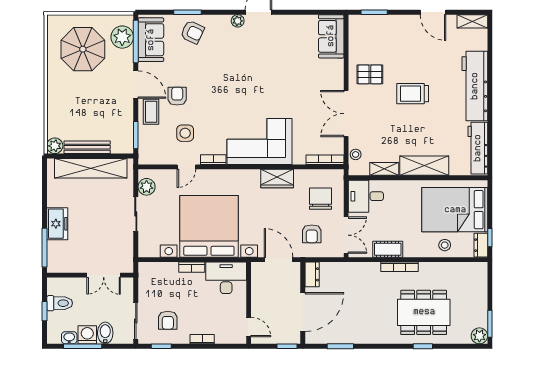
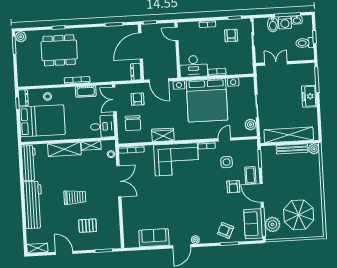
sofa: (331, 36) -> (154, 238), moved, turned -90
pallet: (370, 74) -> (88, 226), moved

